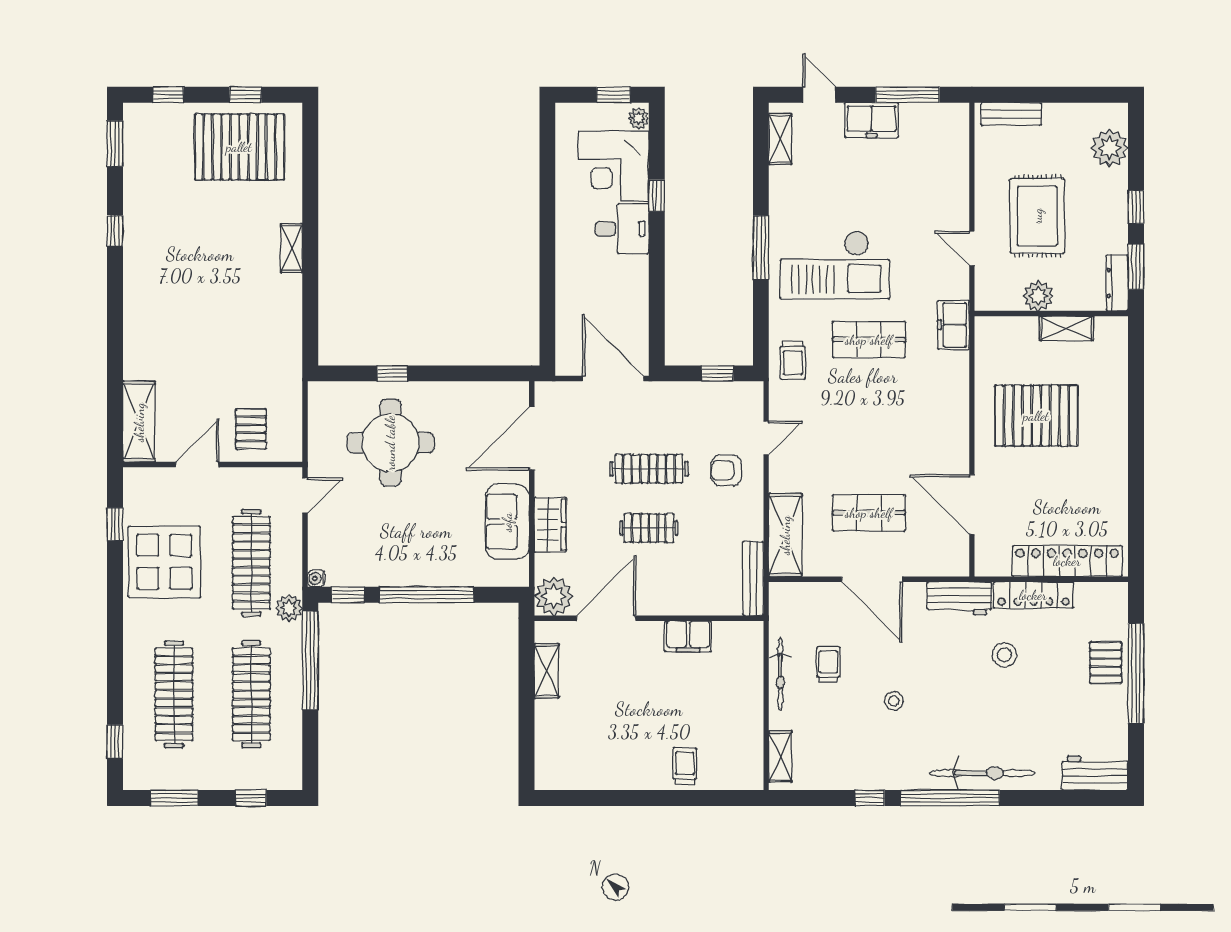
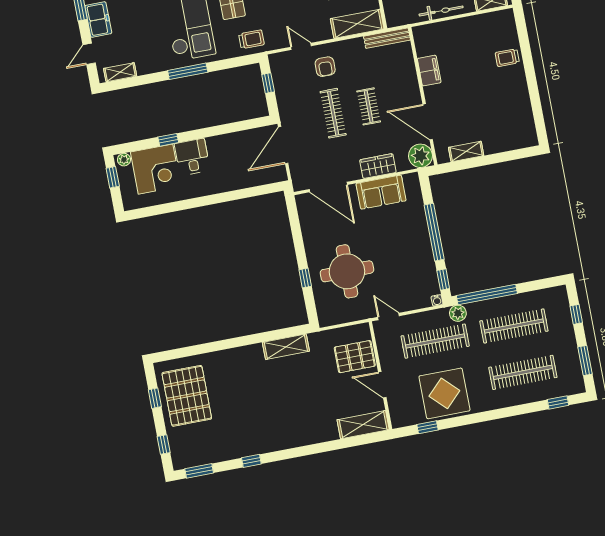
shelving: (292, 248) -> (286, 347), moved, width x1.50, depth x1.33
pallet: (251, 429) -> (355, 357), width x1.50, depth x1.42

